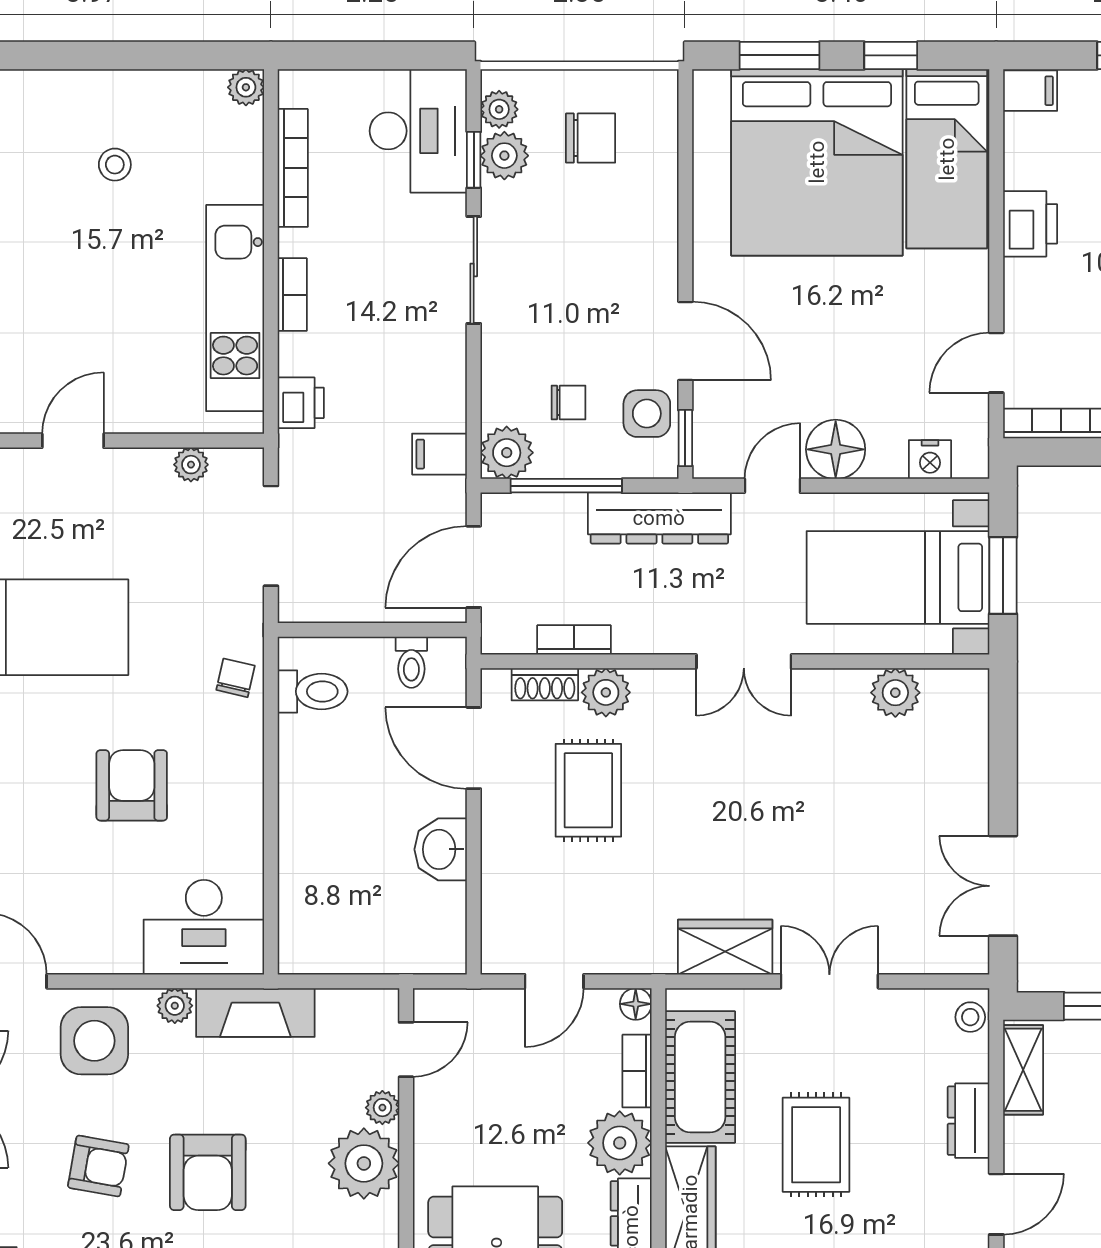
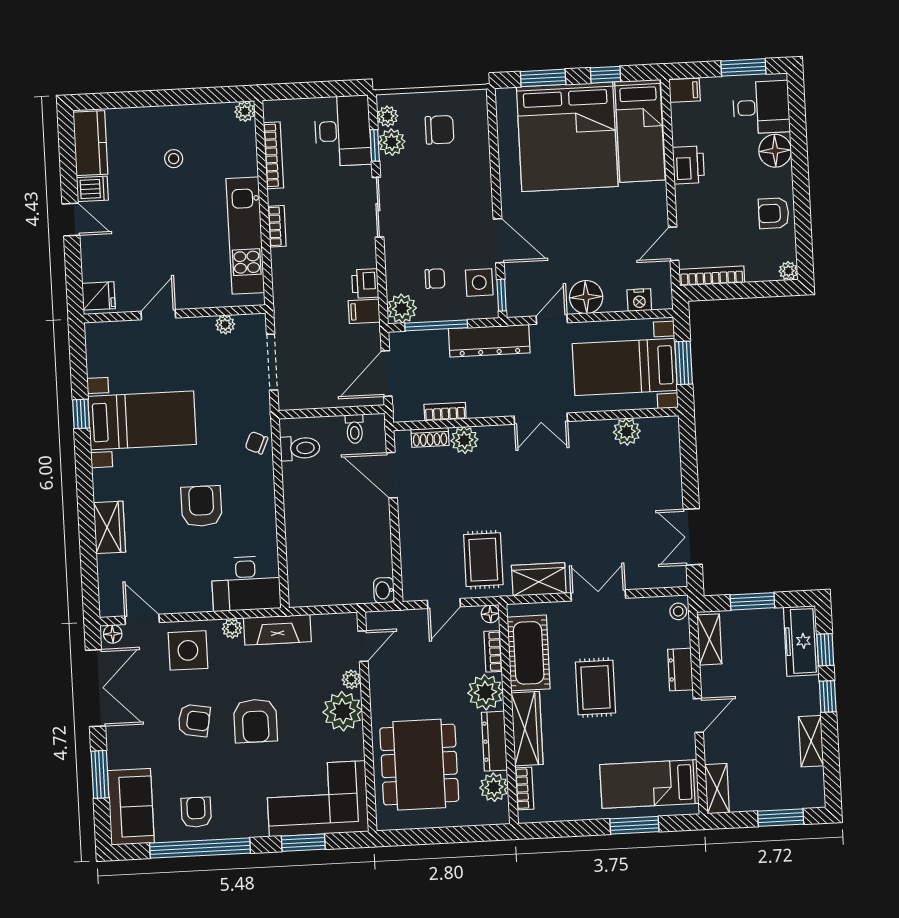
printer: (301, 403) -> (365, 283), moved, turned 180
chair: (236, 678) -> (256, 443), turned -79
rug: (588, 790) -> (483, 560), moved
washbasin: (441, 849) -> (384, 590), moved, width x0.72, depth x0.69

